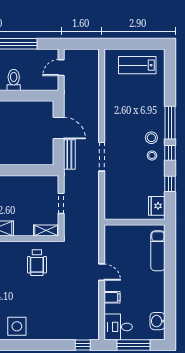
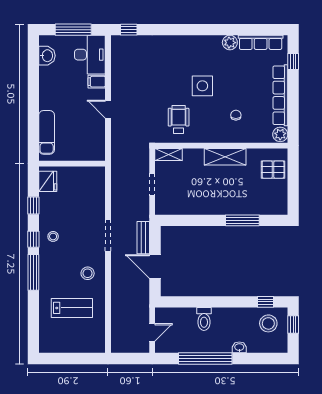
lab bench: (137, 65) -> (72, 308), moved
stool: (151, 138) -> (88, 273), moved
side table: (17, 326) -> (202, 86), moved
desk: (118, 327) -> (90, 55), width x1.37

